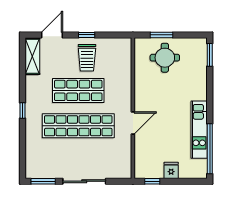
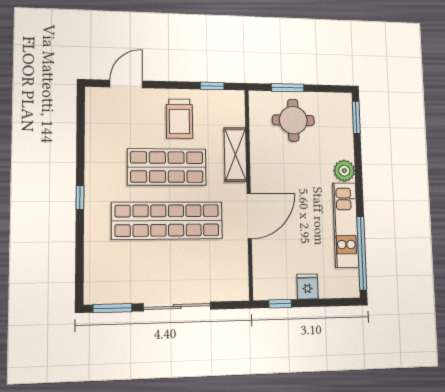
window: (87, 35) -> (212, 86), moved
shelving: (32, 56) -> (235, 155), moved
plant: (200, 92) -> (344, 171), added
door: (133, 123) -> (249, 216), width x1.36

